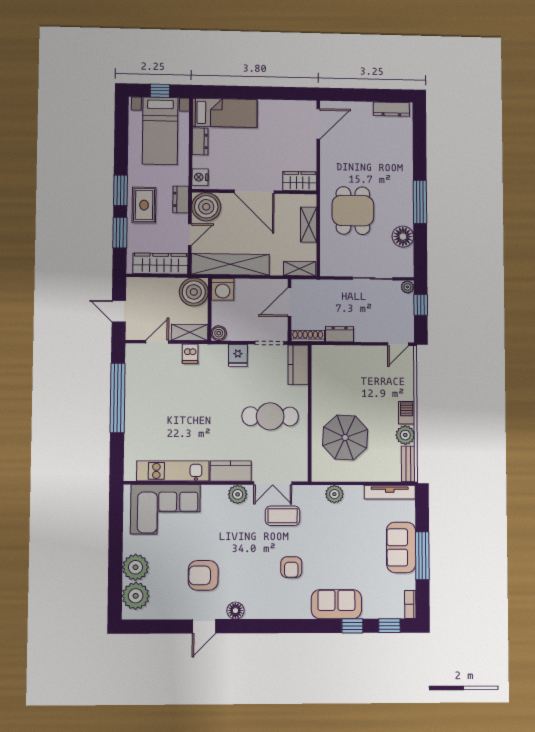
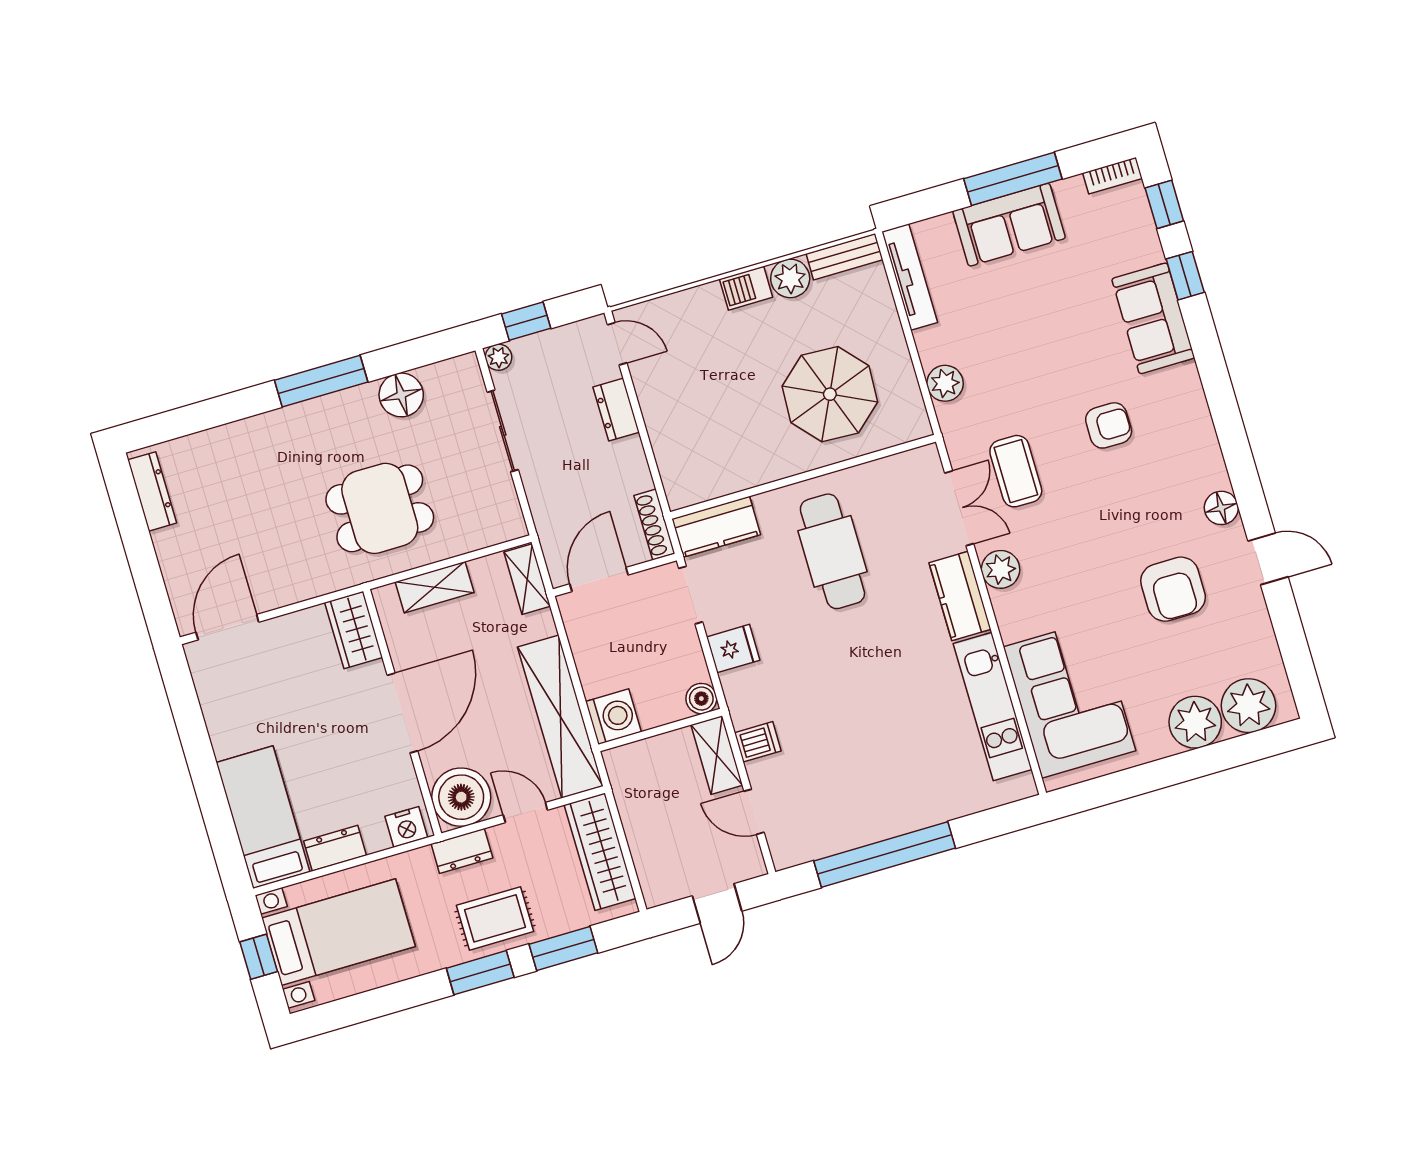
door: (318, 124) -> (227, 627), hinge flipped
boiler: (194, 292) -> (636, 771), removed
door: (289, 302) -> (599, 579), swing flipped
dresser: (340, 334) -> (616, 410), moved

